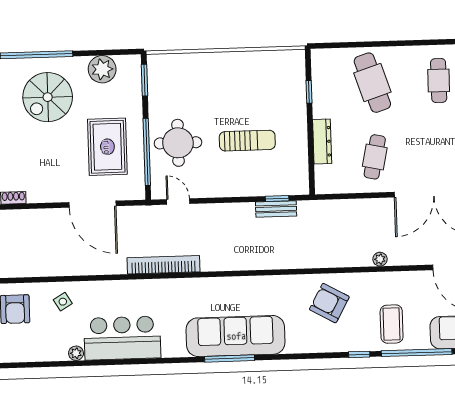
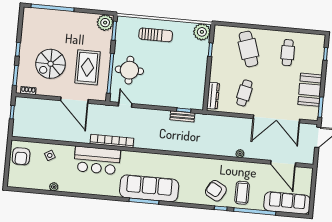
plant: (291, 64) -> (202, 32), added
plant: (102, 69) -> (105, 23), moved
spiral stairs: (48, 97) -> (51, 64), moved
sun lounger: (247, 141) -> (156, 35), moved
dresser: (322, 141) -> (213, 96), moved
armchair: (329, 303) -> (216, 191), moved
bar counter: (122, 338) -> (97, 160), moved, turned 180

